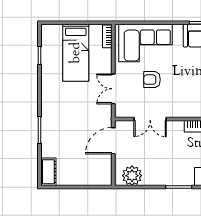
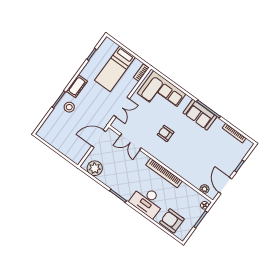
armchair: (152, 80) -> (166, 133), moved
double door: (113, 89) -> (122, 107), swing flipped
stool: (57, 130) -> (69, 107), added
cot: (48, 172) -> (77, 86), moved

